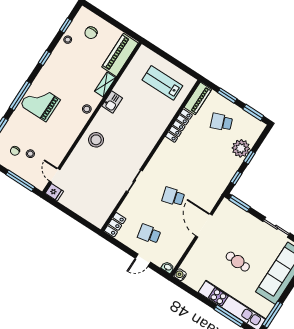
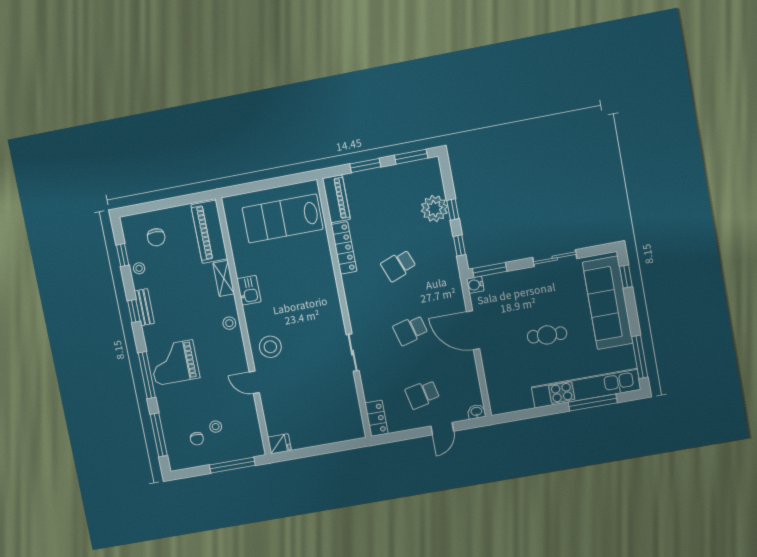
bench: (52, 61) -> (144, 307), added
lab bench: (162, 83) -> (283, 218), width x1.36, depth x1.39
school desk: (221, 122) -> (398, 265), moved
door: (55, 175) -> (254, 382), moved
water cooler: (180, 275) -> (475, 285), moved

